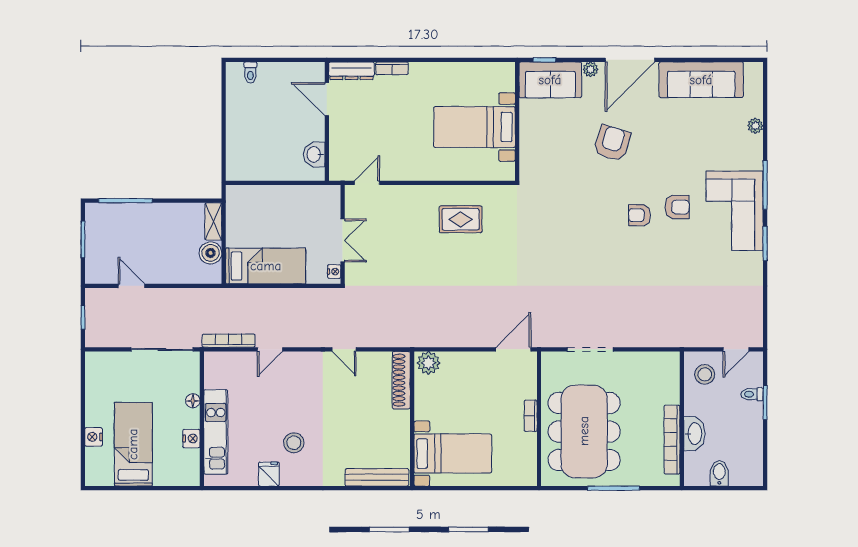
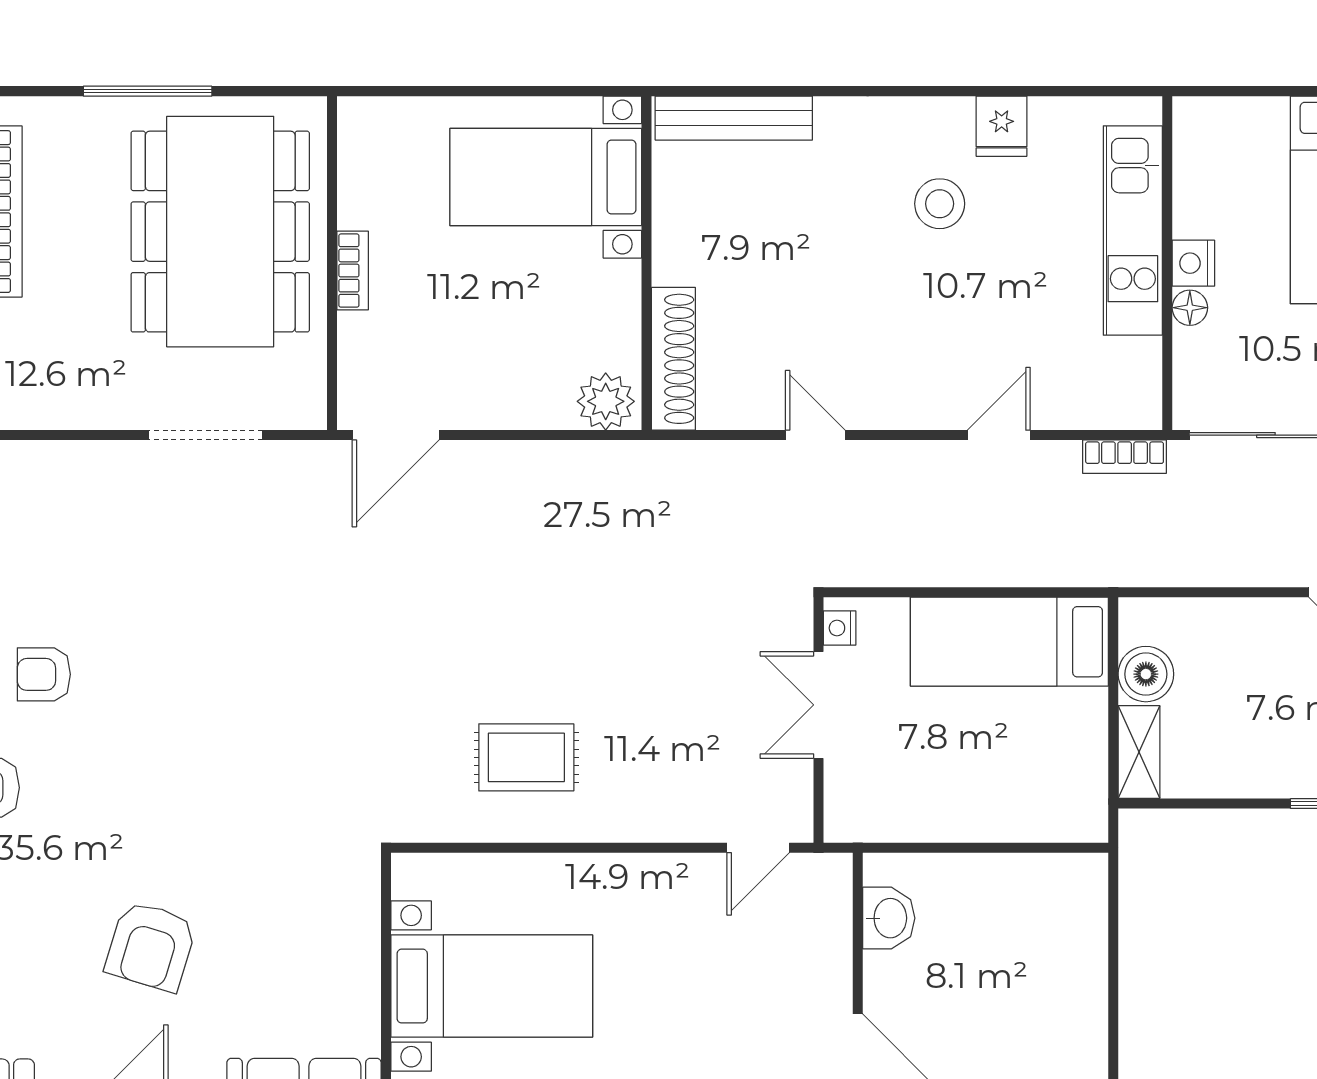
armchair: (639, 215) -> (44, 674), moved, turned 180
bookcase: (229, 341) -> (1125, 457), width x0.64
nightstand: (191, 439) -> (1193, 263), moved

